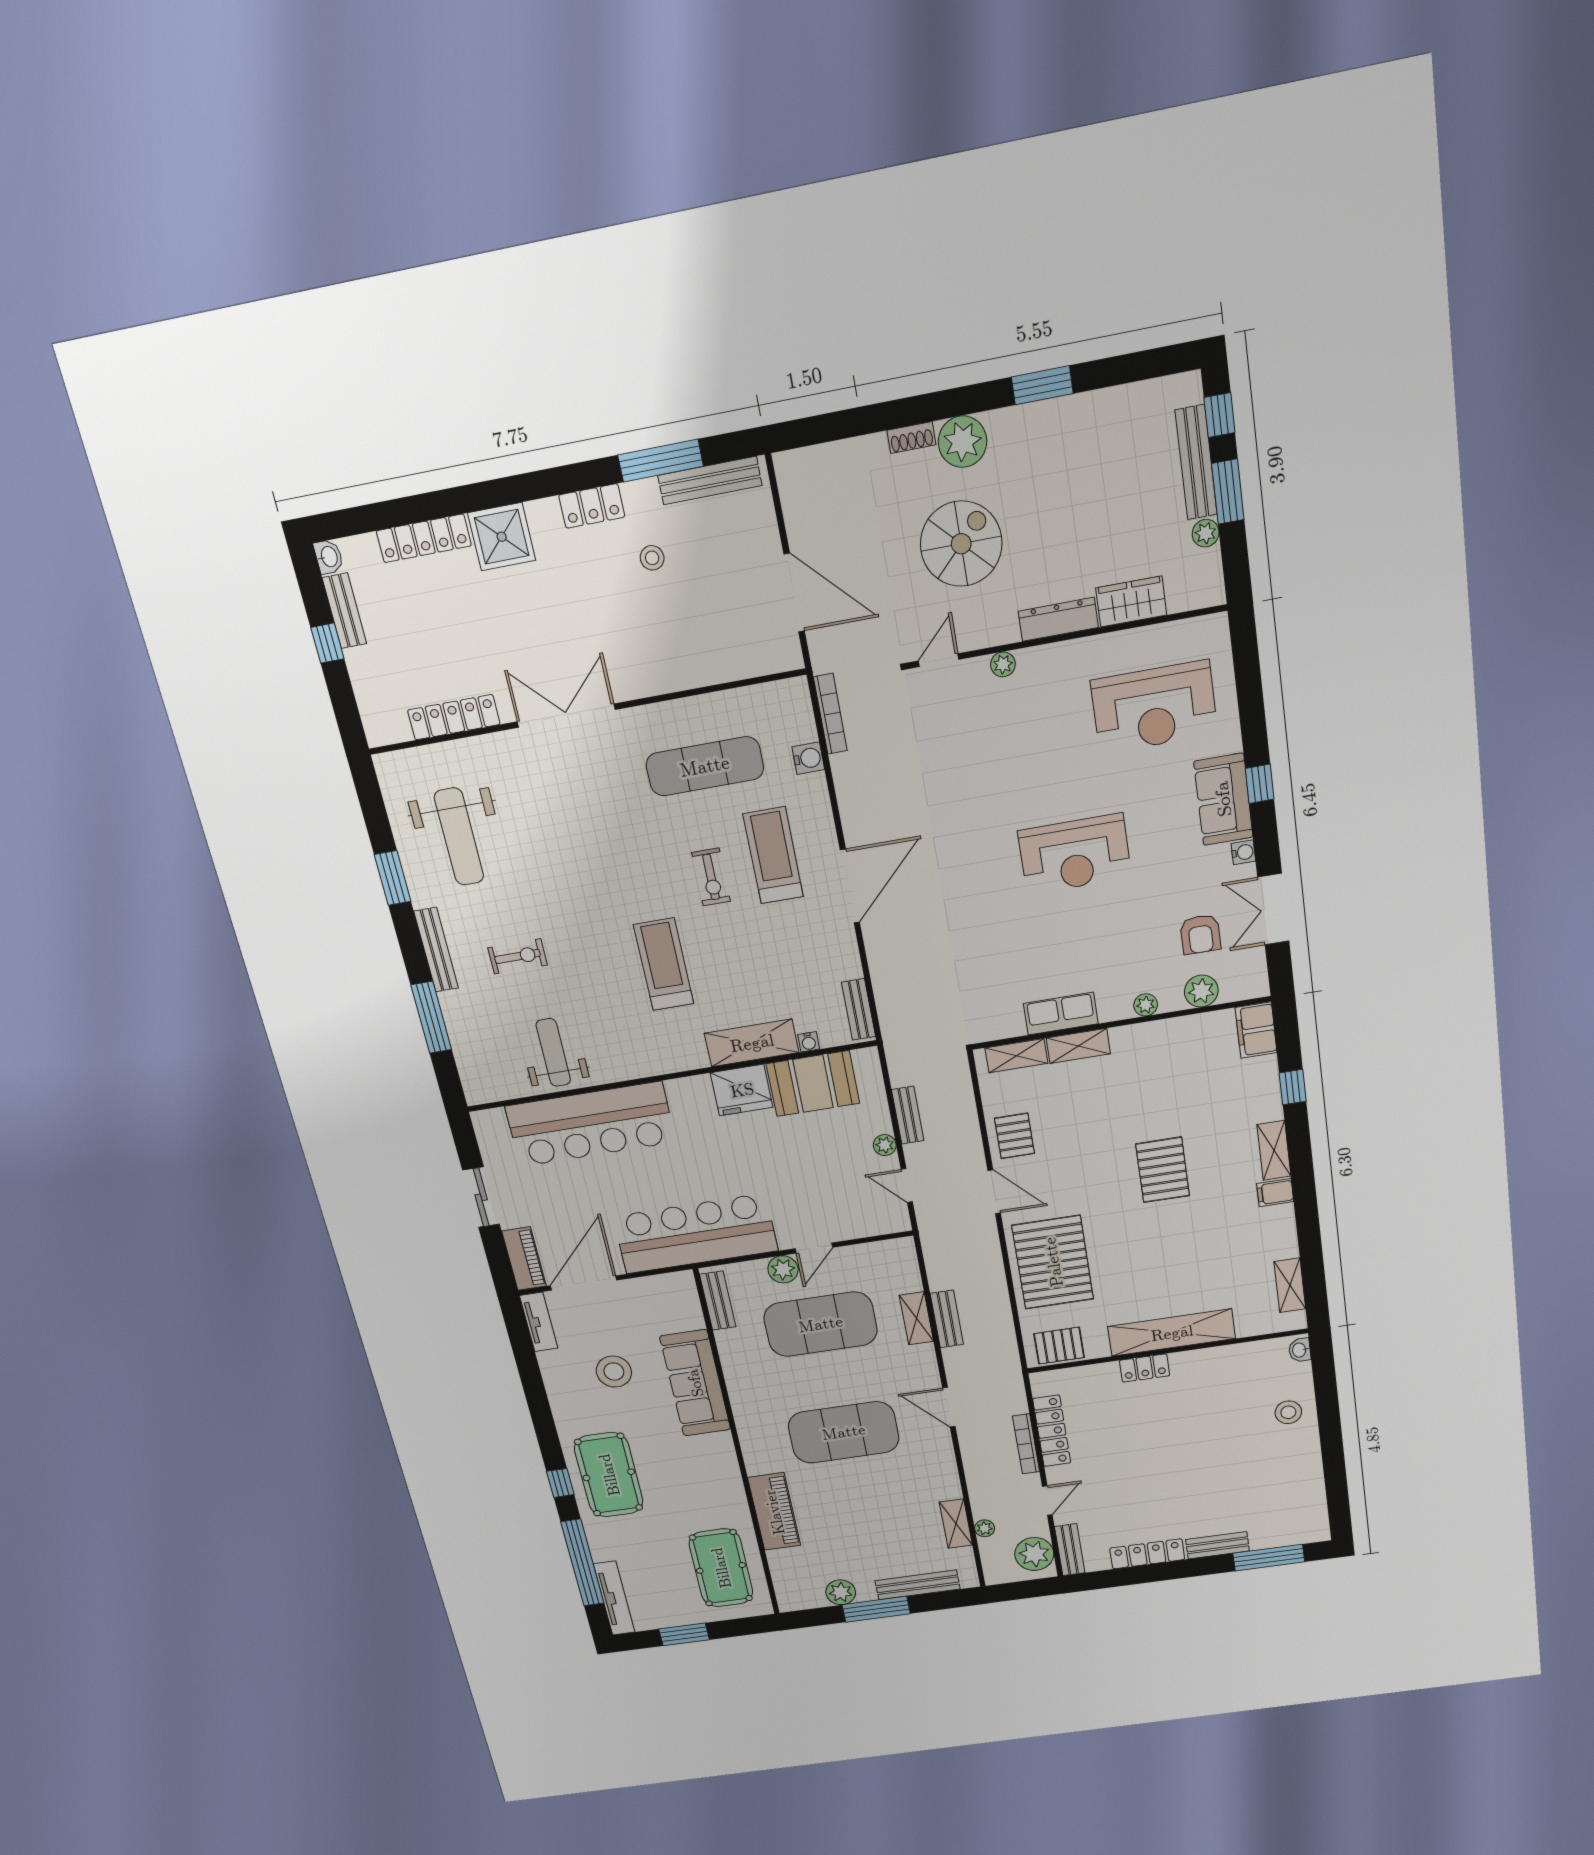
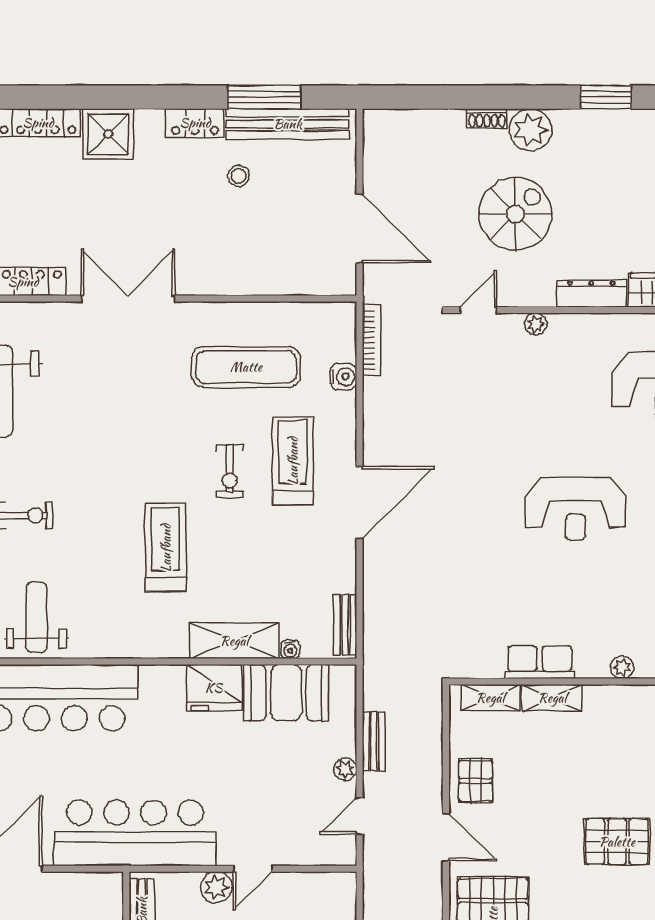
bench: (710, 481) -> (288, 124), width x1.37, depth x1.21
pallet: (1163, 1170) -> (617, 842), turned 90
door: (907, 1186) -> (359, 816), hinge flipped

